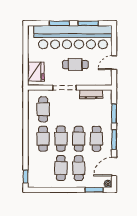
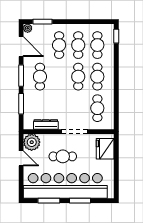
door: (114, 63) -> (21, 158), hinge flipped
plant: (104, 78) -> (32, 142), added
cafe table: (79, 139) -> (97, 45), moved
door: (114, 167) -> (21, 47), hinge flipped

